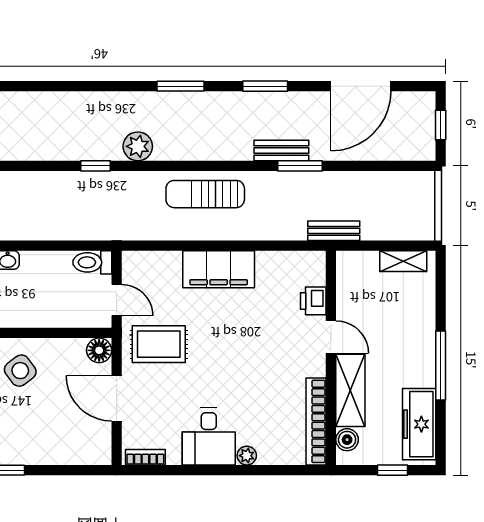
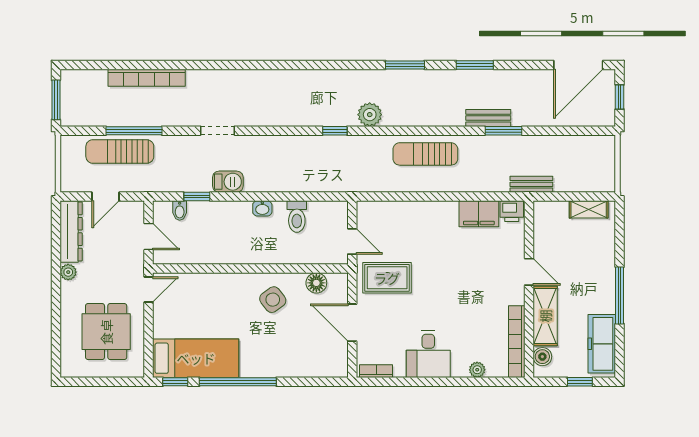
door: (361, 86) -> (578, 65), moved
toilet: (92, 262) -> (297, 217), moved, turned -90
filing cabinet: (219, 269) -> (479, 214), moved, width x0.67, depth x0.86
printer: (313, 301) -> (512, 211), moved, turned -90
floor lamp: (99, 350) -> (316, 283), moved
plant: (247, 456) -> (477, 370), moved

